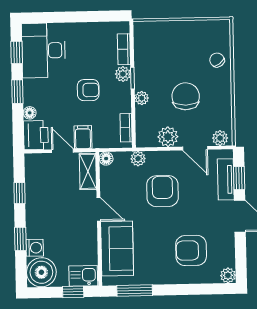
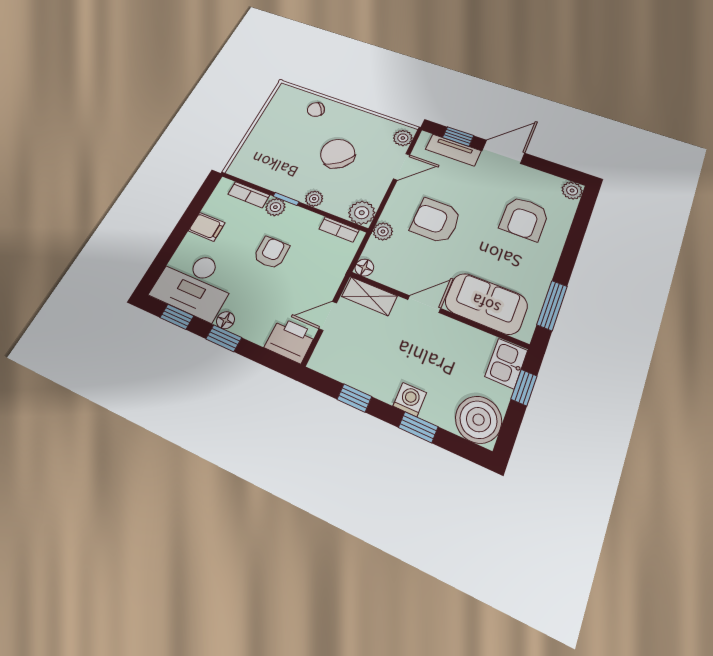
chair: (186, 96) -> (338, 154), turned 48
floor lamp: (30, 113) -> (225, 320), moved
filing cabinet: (83, 137) -> (207, 227), moved, turned 180
plant: (168, 137) -> (362, 213), moved
washing machine: (35, 248) -> (410, 399), moved

